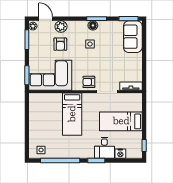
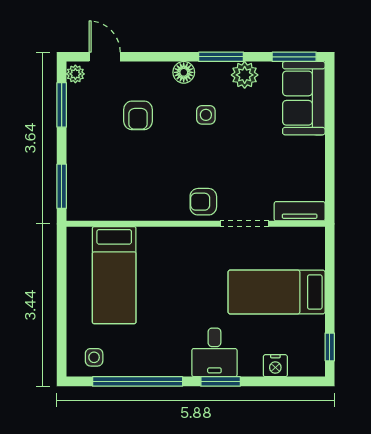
floor lamp: (93, 25) -> (184, 72), moved
plant: (61, 27) -> (245, 75), moved
corner sofa: (50, 75) -> (115, 186), removed
bed: (72, 114) -> (114, 275), moved
desk: (104, 148) -> (214, 352), moved

